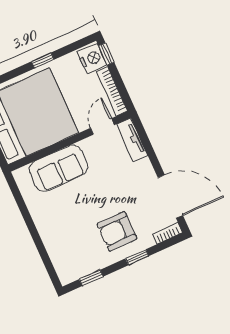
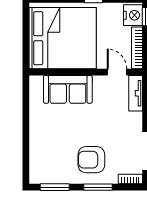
door: (102, 126) -> (117, 72), hinge flipped
window: (137, 257) -> (98, 187), width x1.50
window: (91, 278) -> (55, 187), width x1.50

